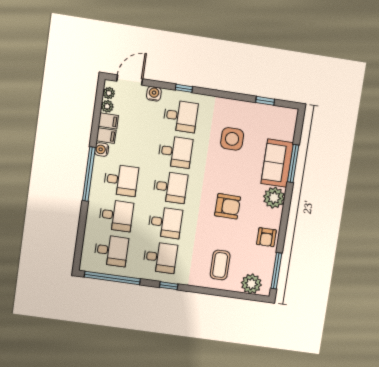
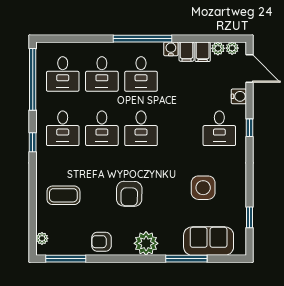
desk: (175, 152) -> (180, 128), removed
sofa: (277, 163) -> (209, 241), moved
plant: (251, 284) -> (42, 238), width x0.53, depth x0.53

